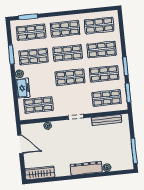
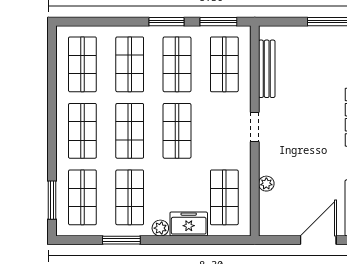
door: (20, 144) -> (318, 240), moved

